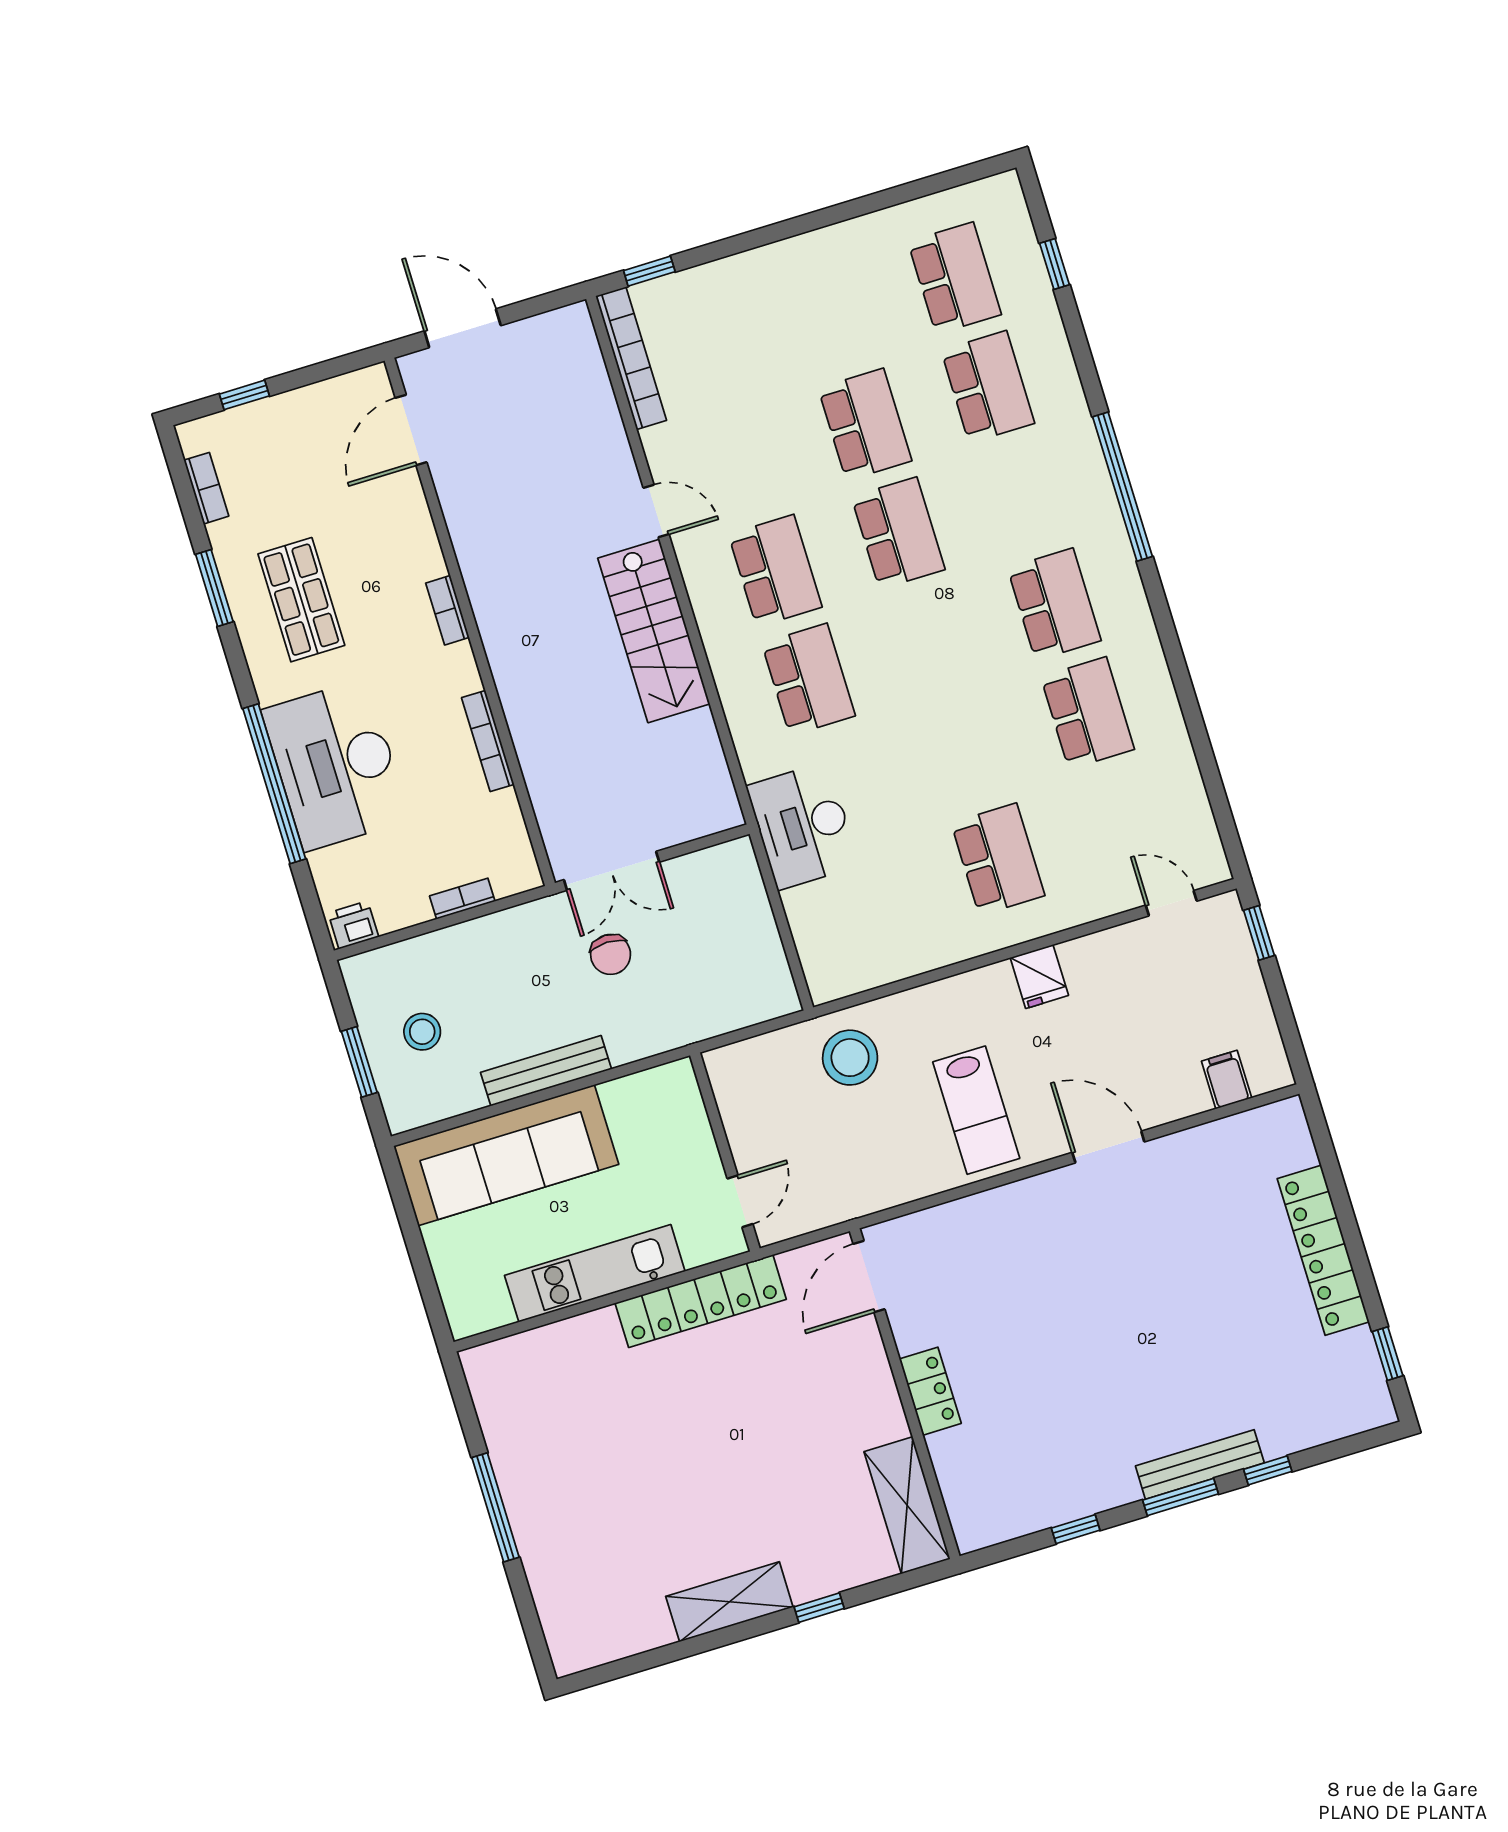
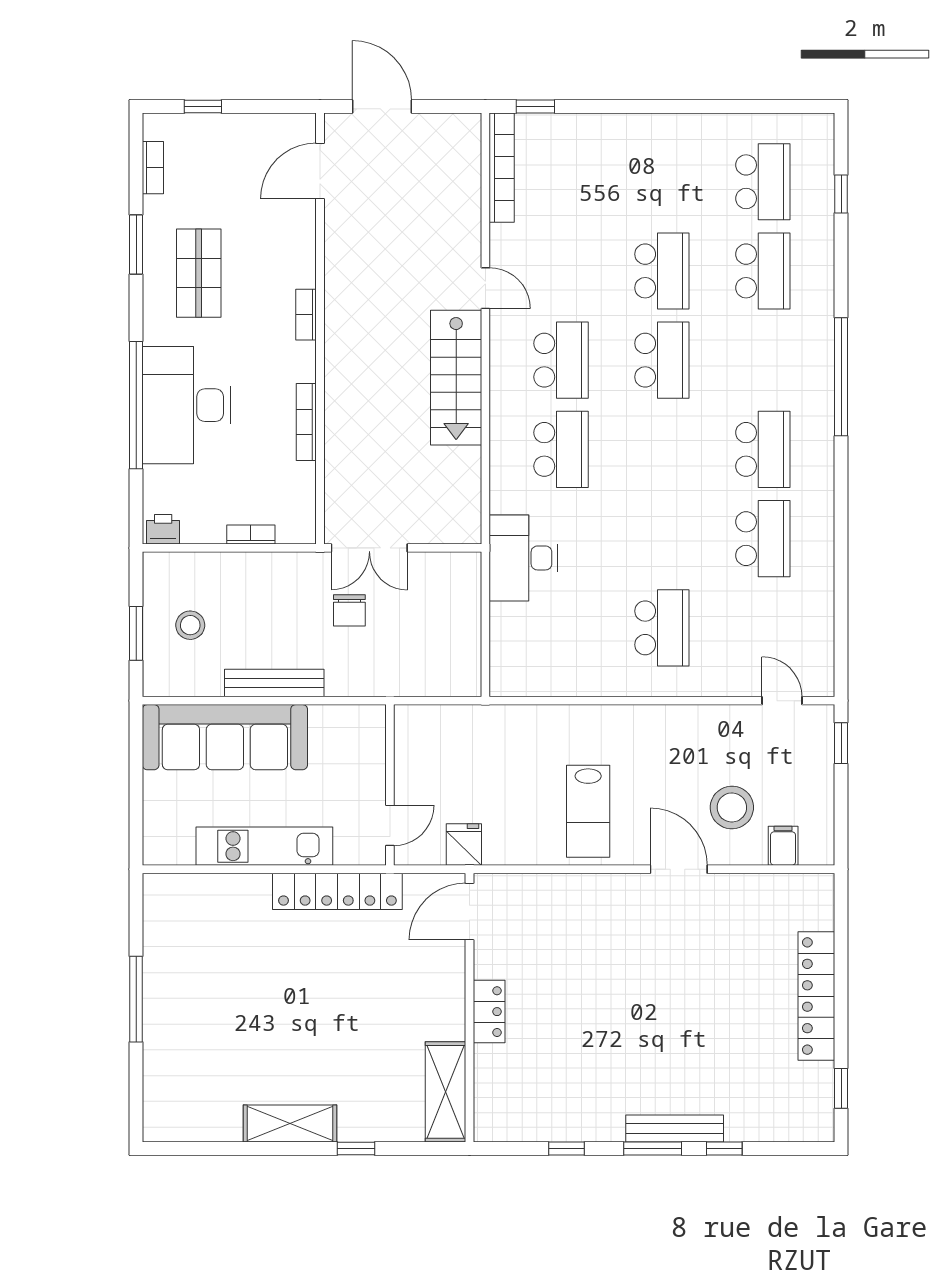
fridge: (1039, 977) -> (464, 844), moved, turned 180
stool: (850, 1058) -> (732, 807), moved

